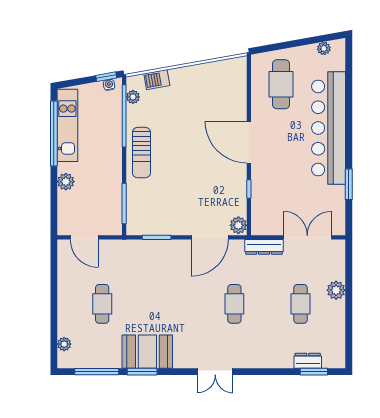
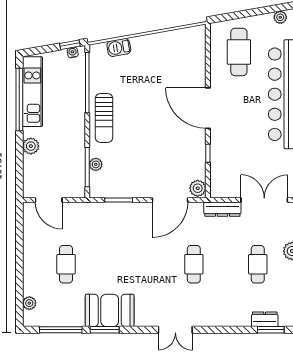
plant: (133, 97) -> (96, 164), moved

